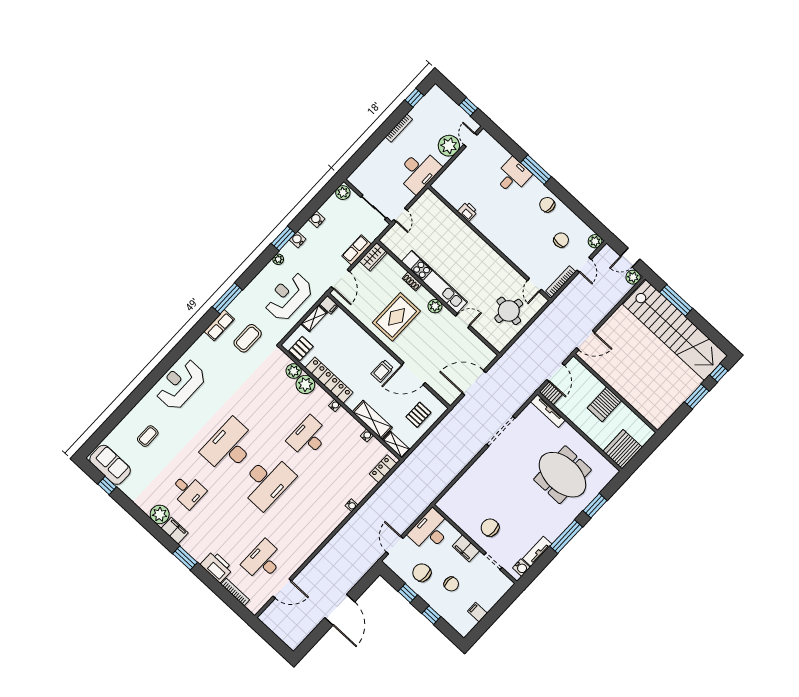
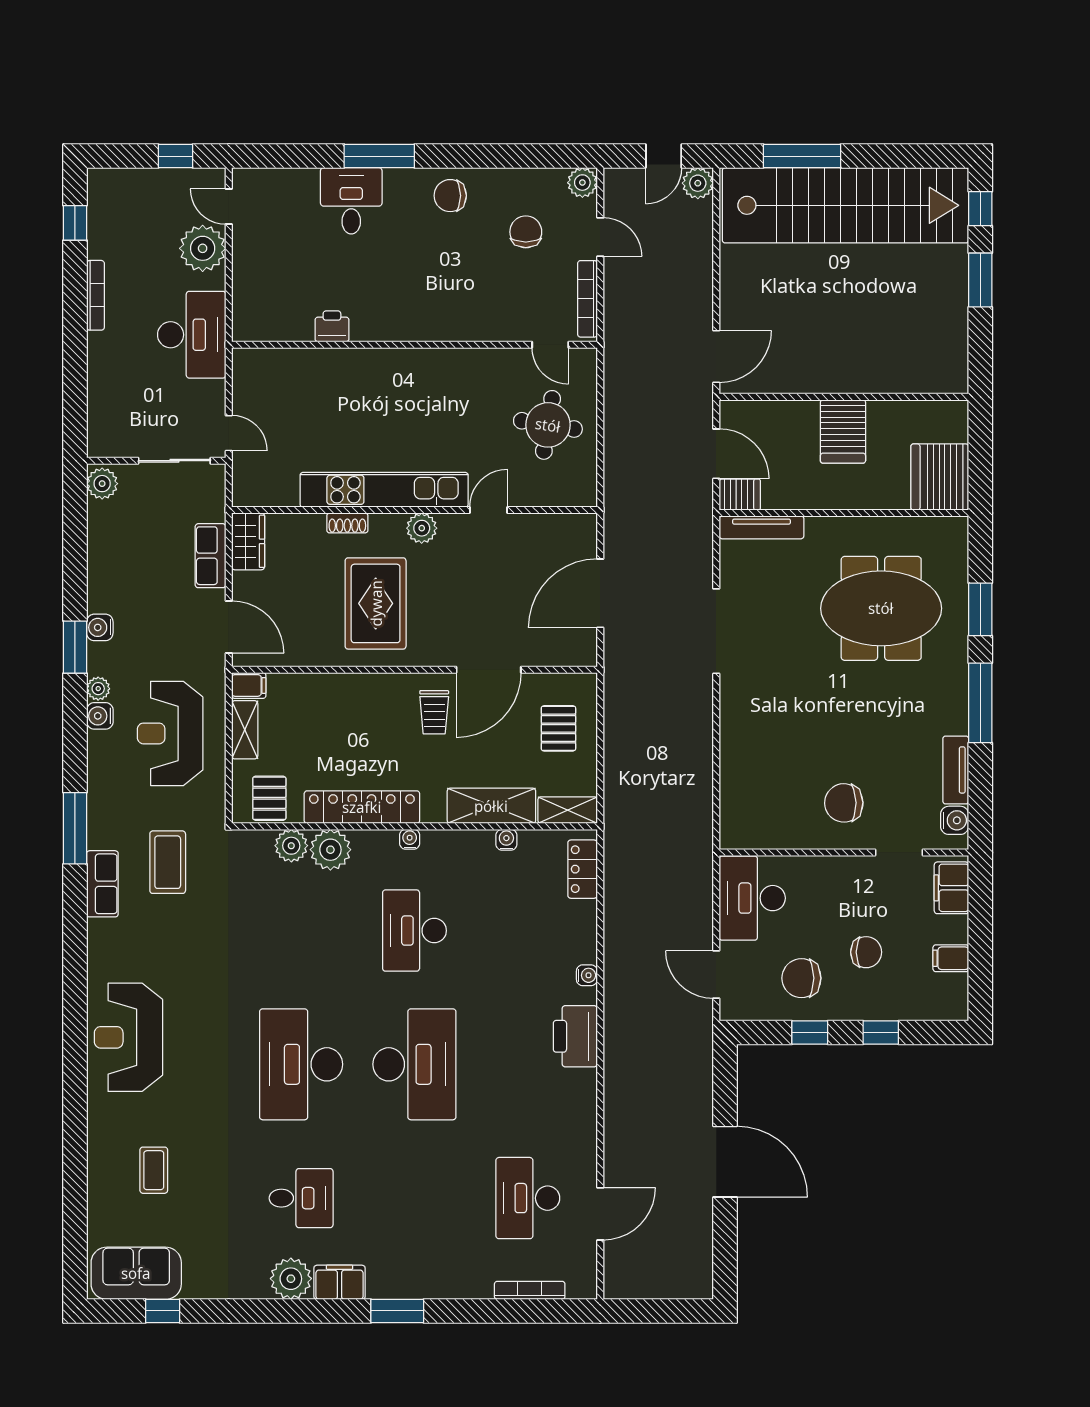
water cooler: (317, 219) -> (100, 716), moved
filing cabinet: (466, 548) -> (951, 888), moved, turned 90
printer: (217, 567) -> (575, 1036), moved, turned -90

